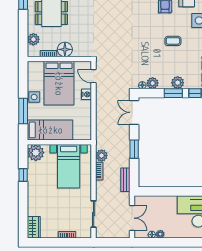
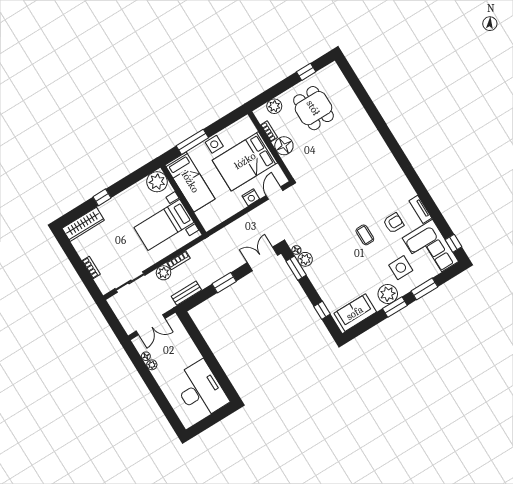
coffee table: (173, 41) -> (365, 235), moved
plant: (178, 83) -> (322, 285), removed
window: (173, 93) -> (296, 268), moved
plant: (102, 156) -> (163, 273), moved
window: (23, 175) -> (102, 197), moved
wardrobe: (34, 227) -> (83, 224), width x1.50

